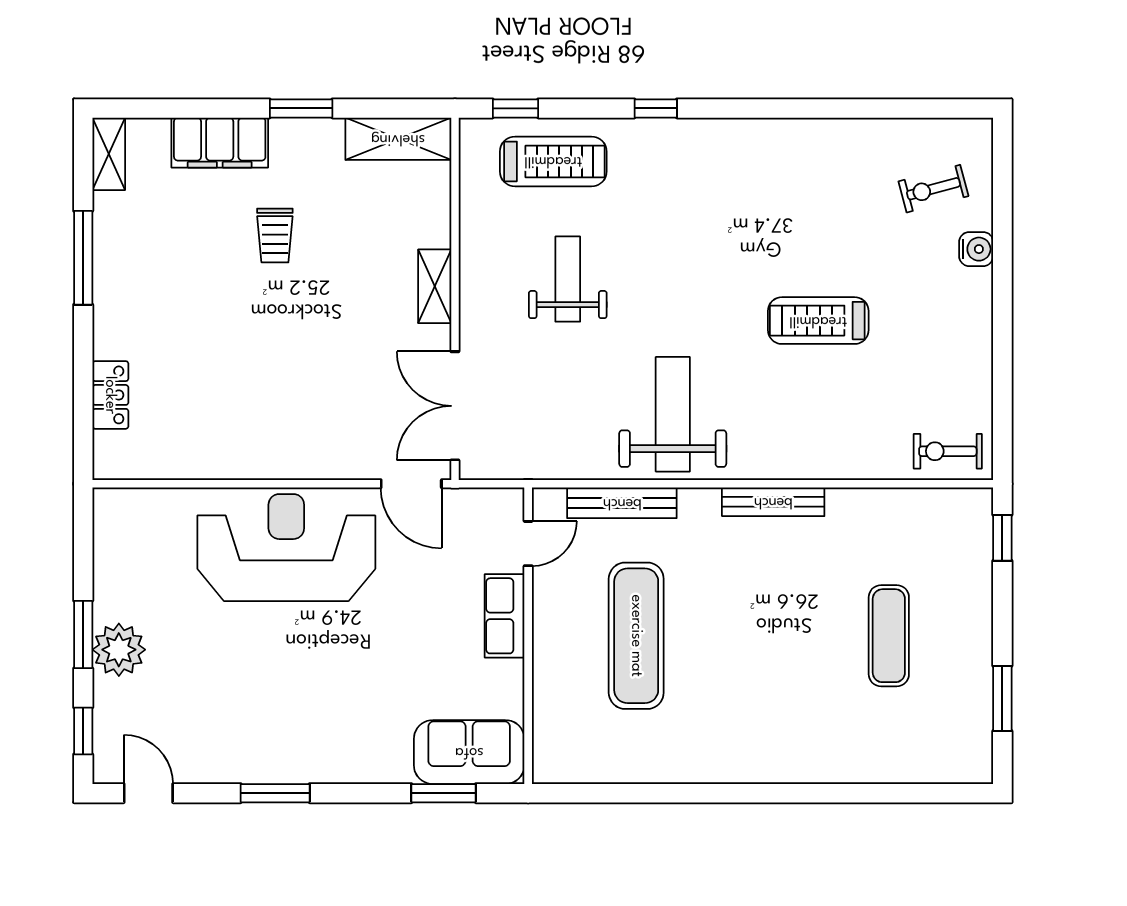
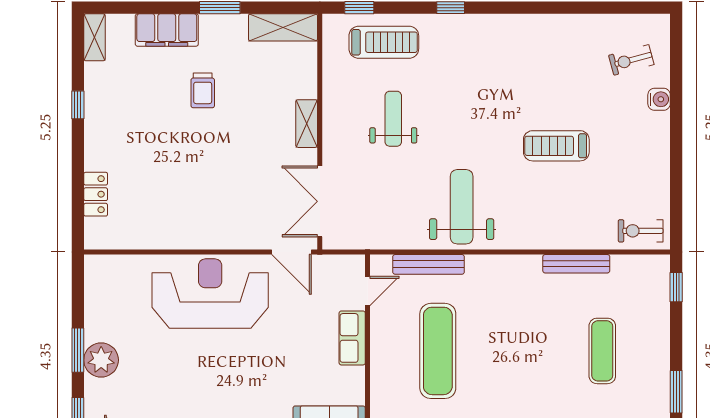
window: (83, 258) -> (78, 105), width x0.46
bench: (773, 502) -> (576, 264), moved

